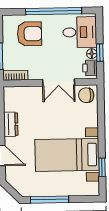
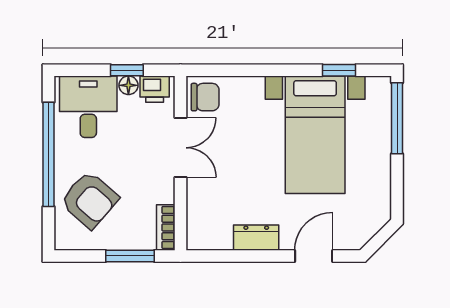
armchair: (29, 34) -> (89, 200), turned 131
chair: (86, 95) -> (205, 97), turned -90
window: (49, 200) -> (397, 118), moved

